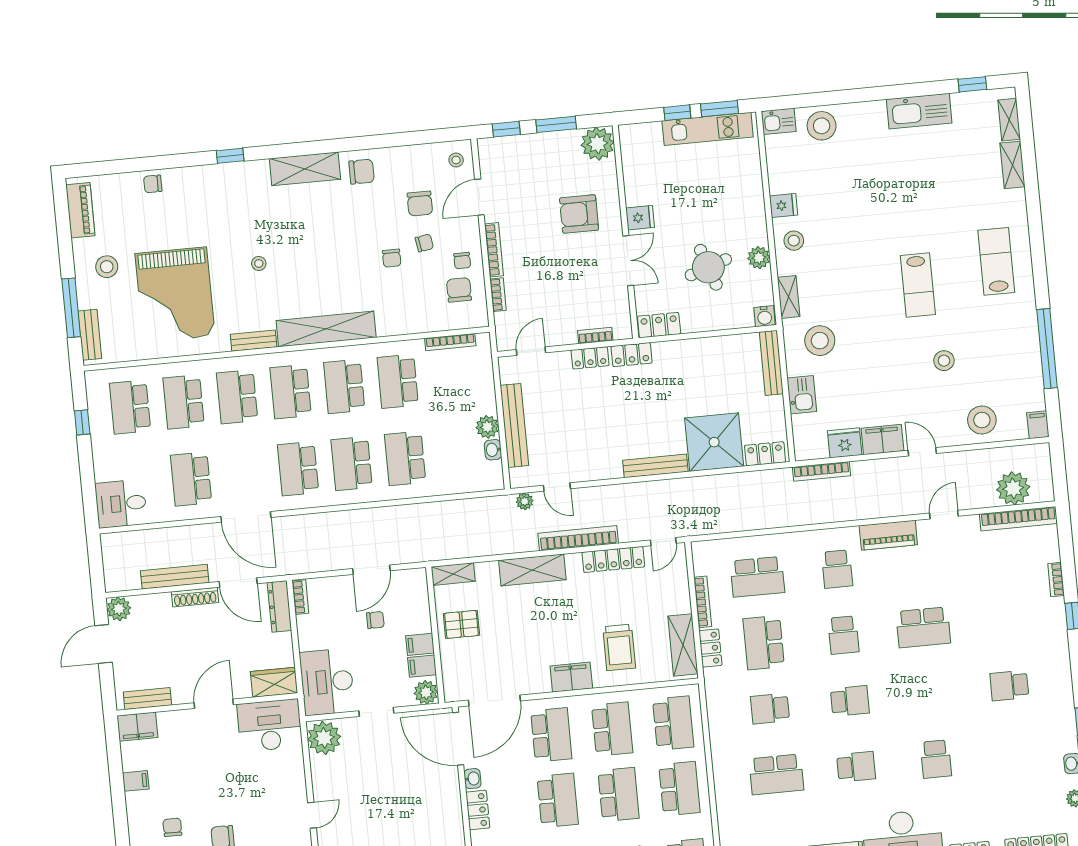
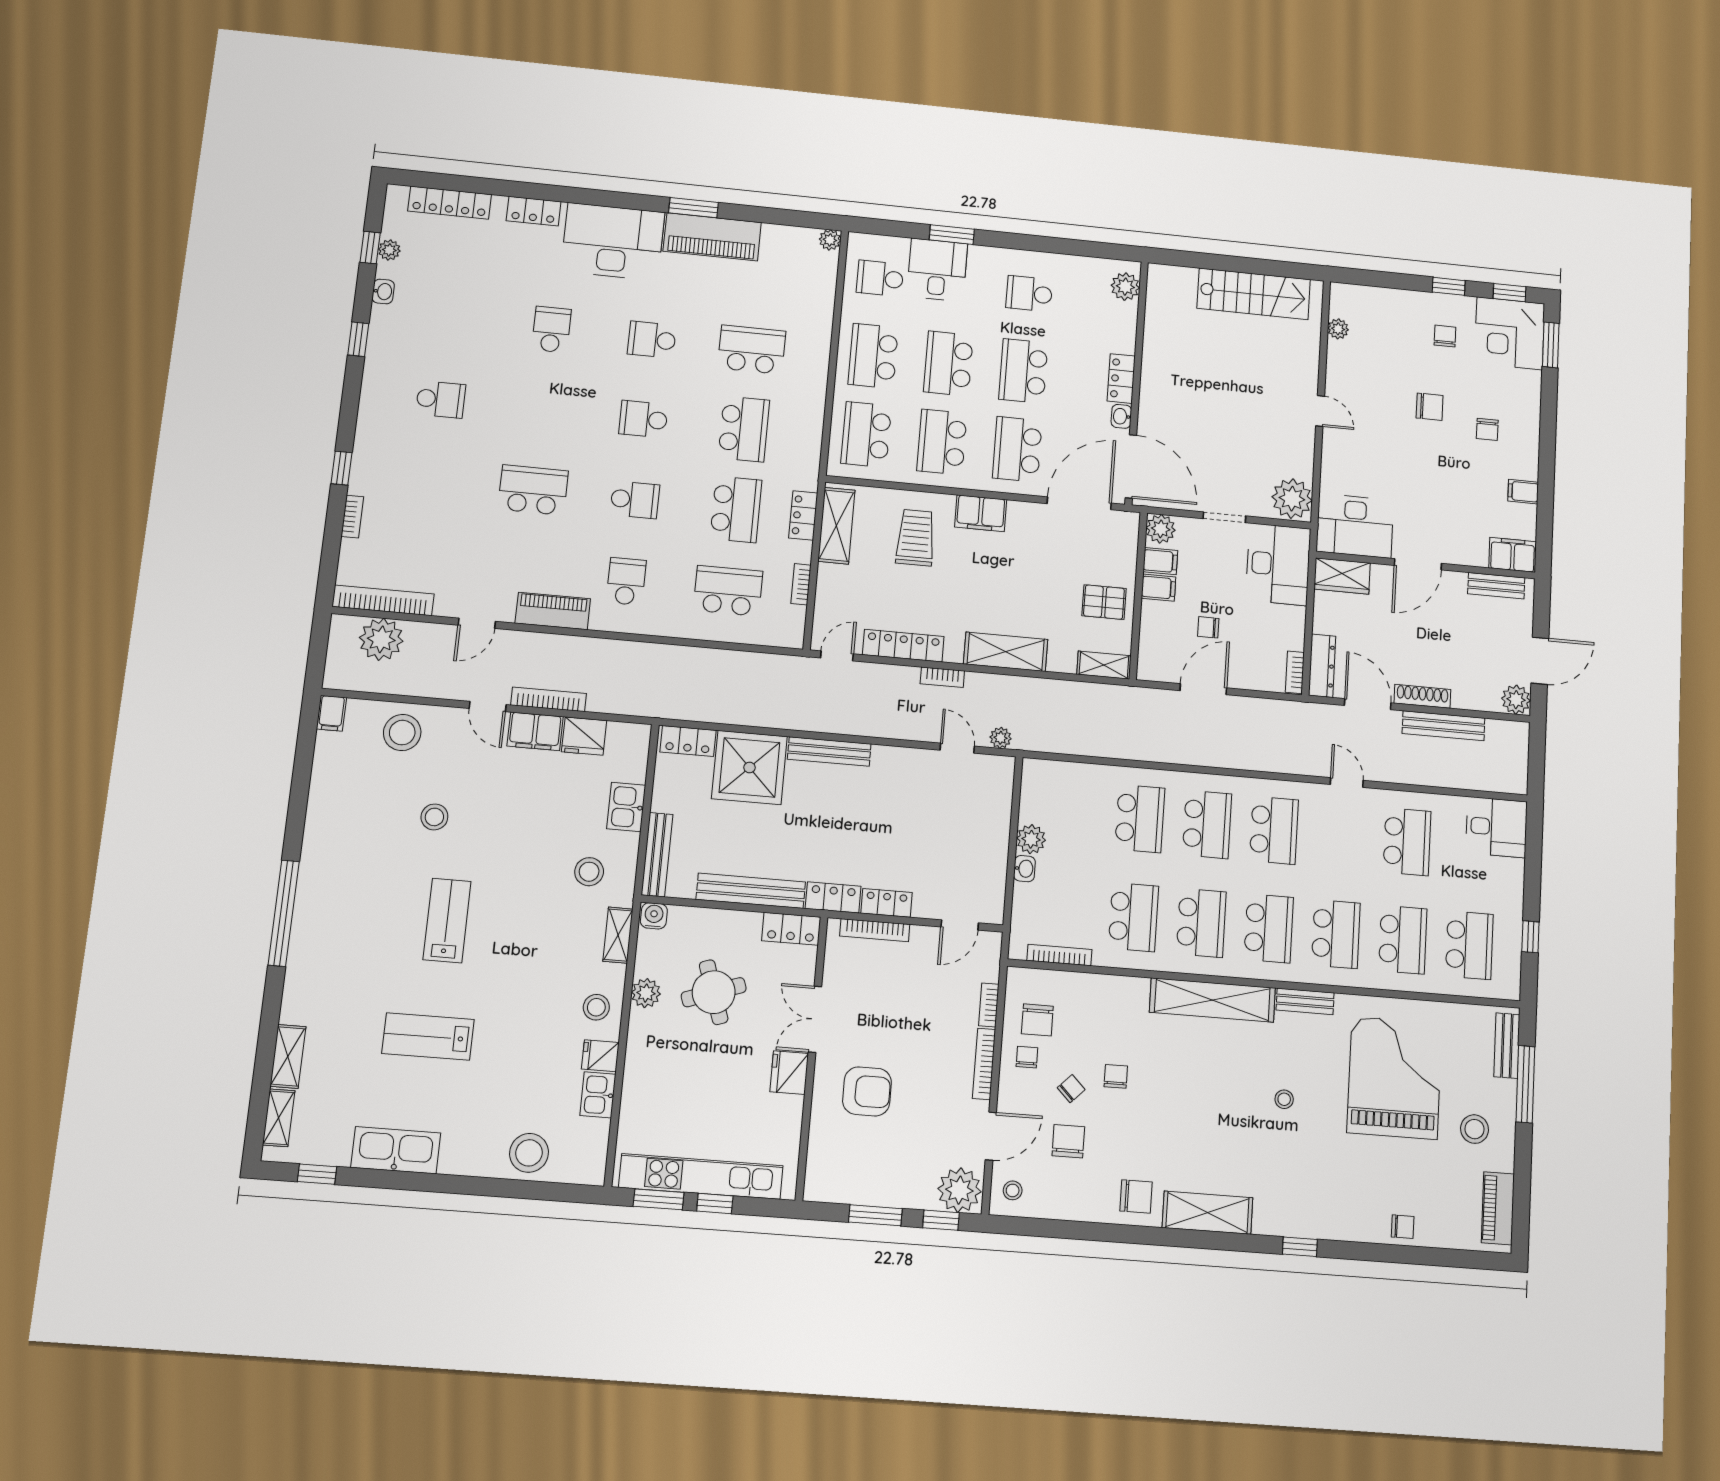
kitchen sink: (779, 121) -> (598, 1095), moved, turned -90
kitchen unit: (708, 129) -> (701, 1176), width x1.36
plant: (598, 144) -> (959, 1190), moved
chair: (361, 172) -> (1136, 1196), turned 180
fridge: (640, 218) -> (789, 1073), width x1.38
chair: (424, 243) -> (1071, 1089), turned 144
lab bench: (996, 261) -> (428, 1036), moved, turned 90
bookcase: (595, 336) -> (875, 930), width x1.56
stool: (820, 341) -> (589, 872), width x0.73, depth x0.73
window: (1047, 349) -> (284, 913), moved
bench: (514, 425) -> (751, 891), moved, turned 90
washbasin: (493, 450) -> (1024, 869), moved
bookcase: (822, 471) -> (548, 699), moved
door: (246, 517) -> (1347, 782), width x0.53
bookcase: (578, 538) -> (942, 677), width x0.43, depth x0.76
bookcase: (703, 602) -> (801, 584), width x0.64
school desk: (843, 635) -> (635, 500), turned 90
school desk: (770, 709) -> (744, 429), width x1.85
door: (312, 815) -> (1320, 411), swing flipped

